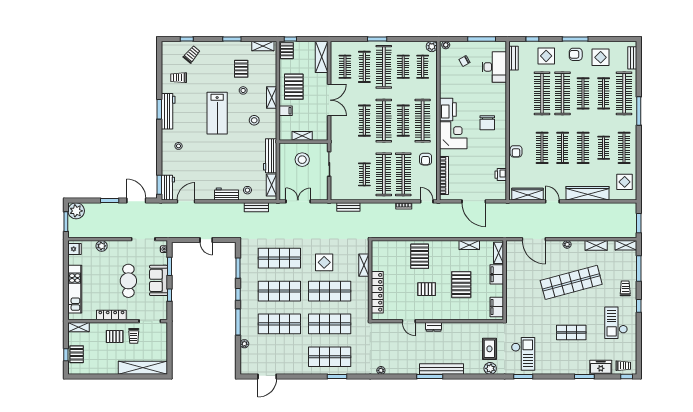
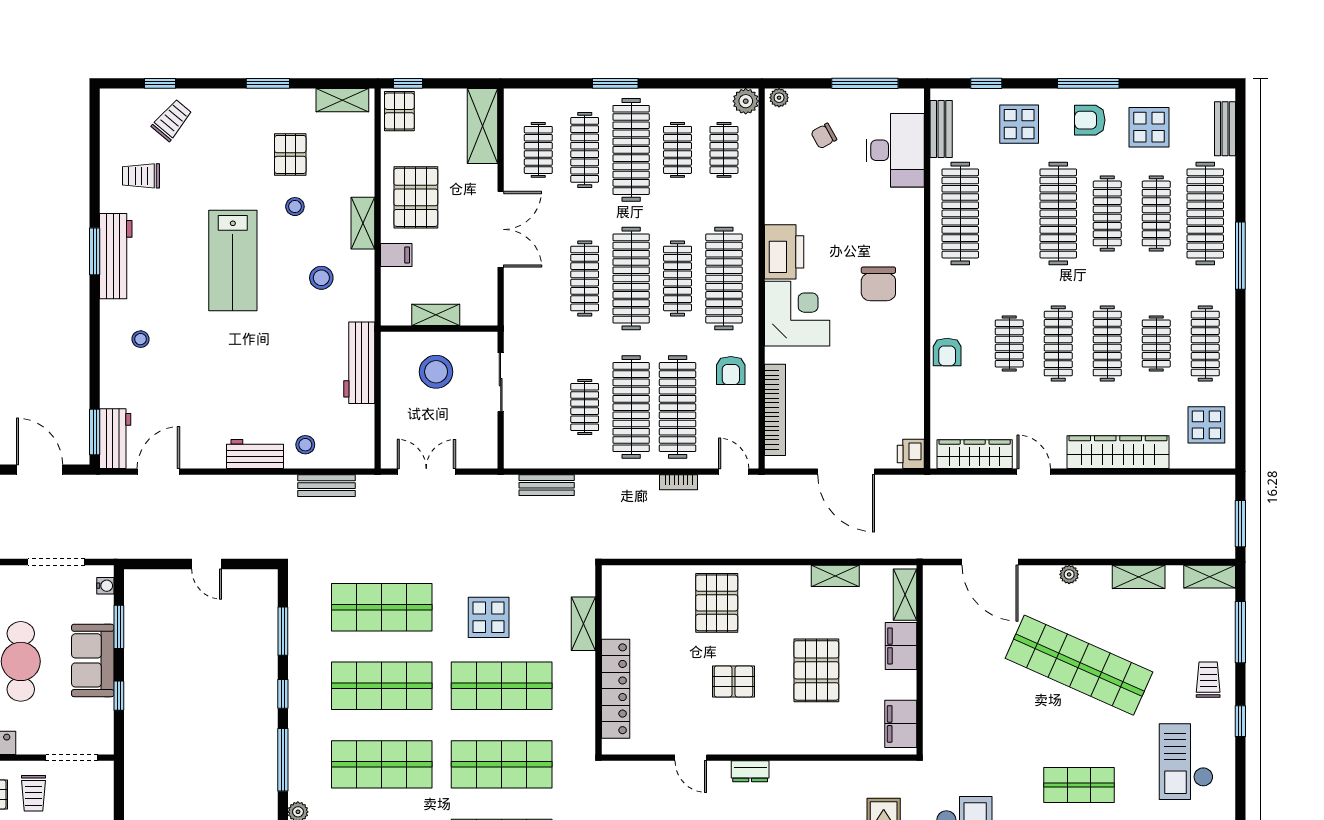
clothes rail: (542, 93) -> (960, 213), moved
clothes rail: (542, 148) -> (1009, 344), width x0.73
printer: (501, 175) -> (911, 454), moved
shelving: (271, 185) -> (363, 432), removed
shop shelf: (571, 282) -> (1079, 665), turned 39

